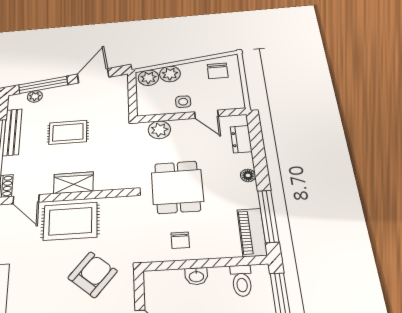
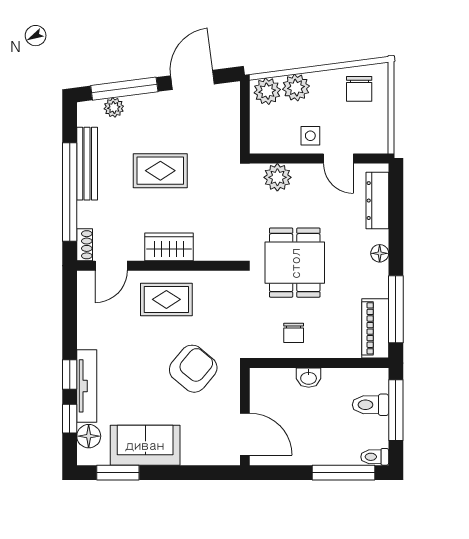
dresser: (241, 139) -> (377, 201), width x1.44
door: (26, 199) -> (111, 266), hinge flipped
rug: (70, 221) -> (166, 299), width x0.73, depth x0.70
toilet: (242, 281) -> (370, 405), moved, turned 90

